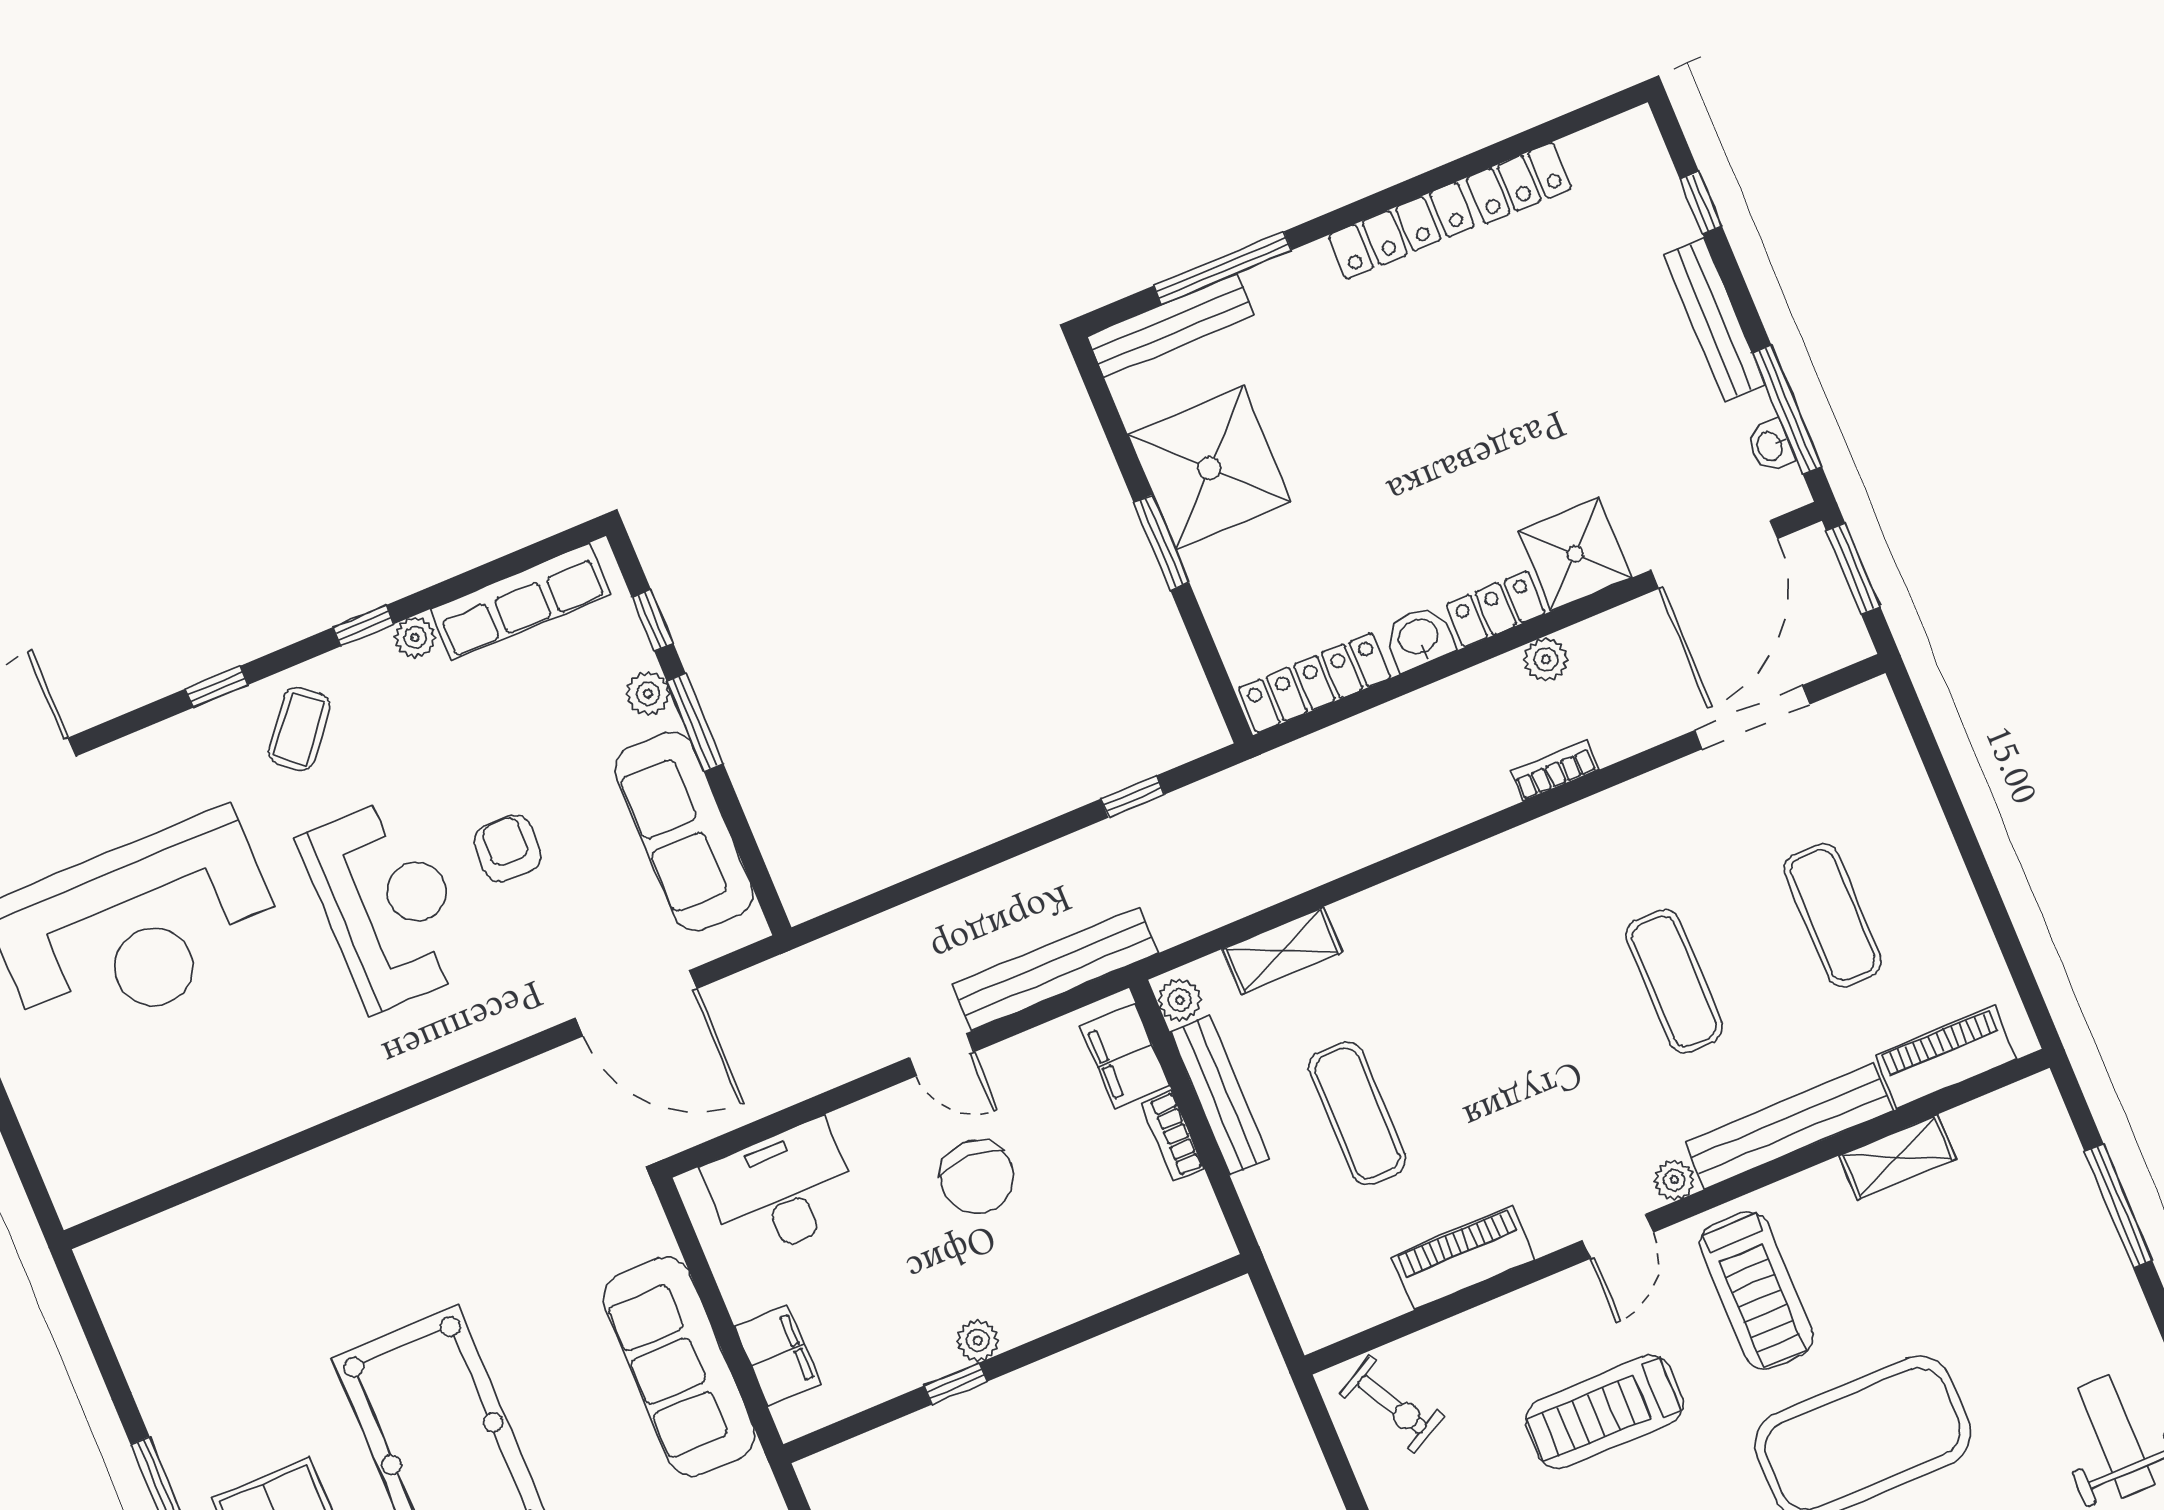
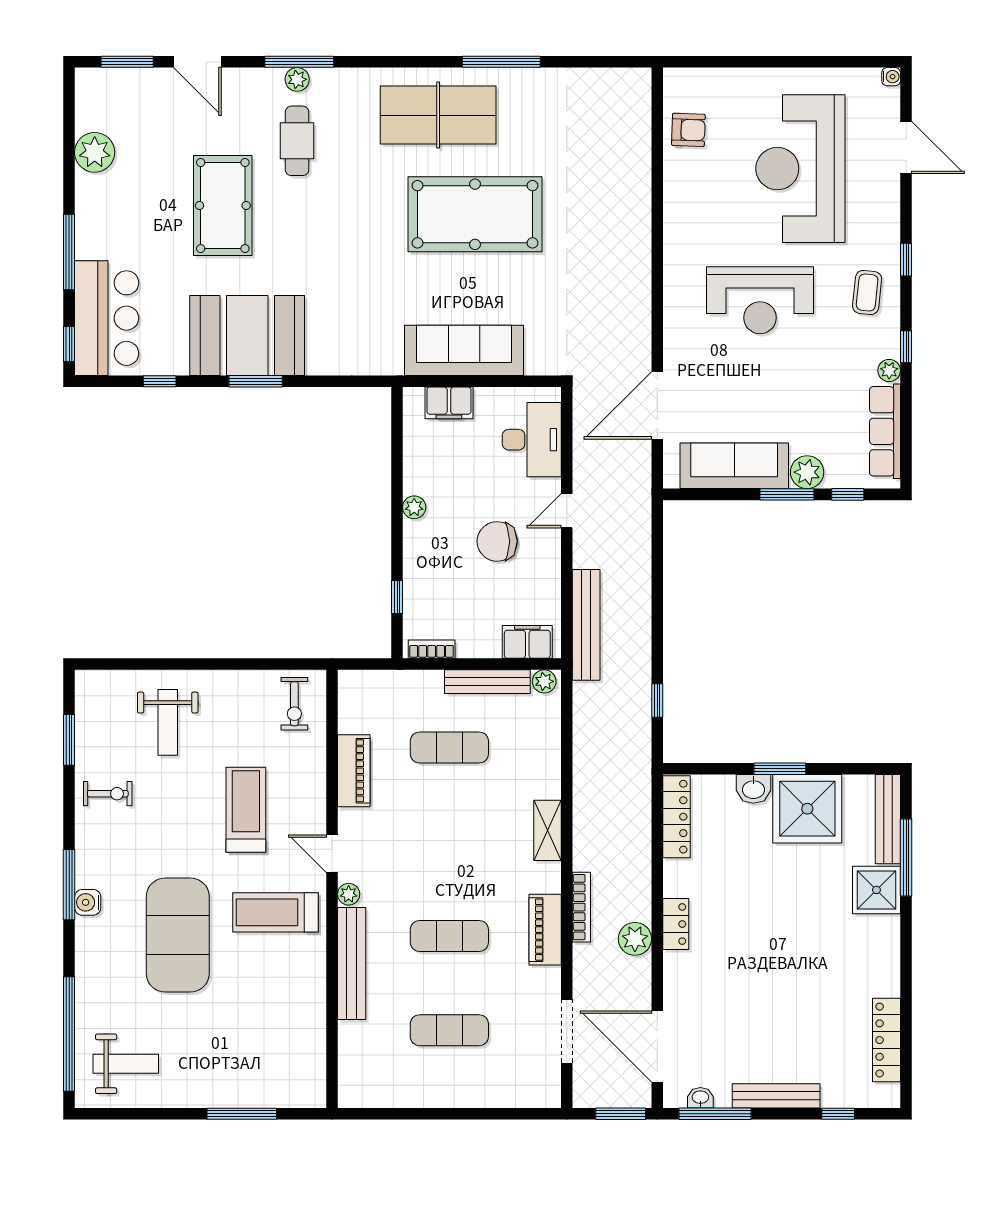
locker: (1519, 183) -> (887, 1040), width x1.53
locker: (1401, 231) -> (887, 956), removed
shower: (1575, 554) -> (876, 890), moved
washbasin: (1419, 638) -> (753, 789), moved, turned 90
plant: (1546, 659) -> (635, 939), width x1.38, depth x1.38
plant: (648, 693) -> (807, 472), width x1.38, depth x1.38
coffee table: (299, 729) -> (867, 292), turned 57
bookcase: (1555, 771) -> (581, 907), width x1.56
armchair: (508, 849) -> (688, 130), moved
shelving: (1282, 951) -> (547, 830), moved
door: (942, 1055) -> (567, 511), moved
piano: (1946, 1057) -> (545, 930), moved, turned 180
bookcase: (1172, 1136) -> (432, 649), moved
shelving: (1898, 1157) -> (313, 1012), removed
window: (955, 1384) -> (397, 597), moved
exercise bike: (1392, 1405) -> (294, 704), turned -61

